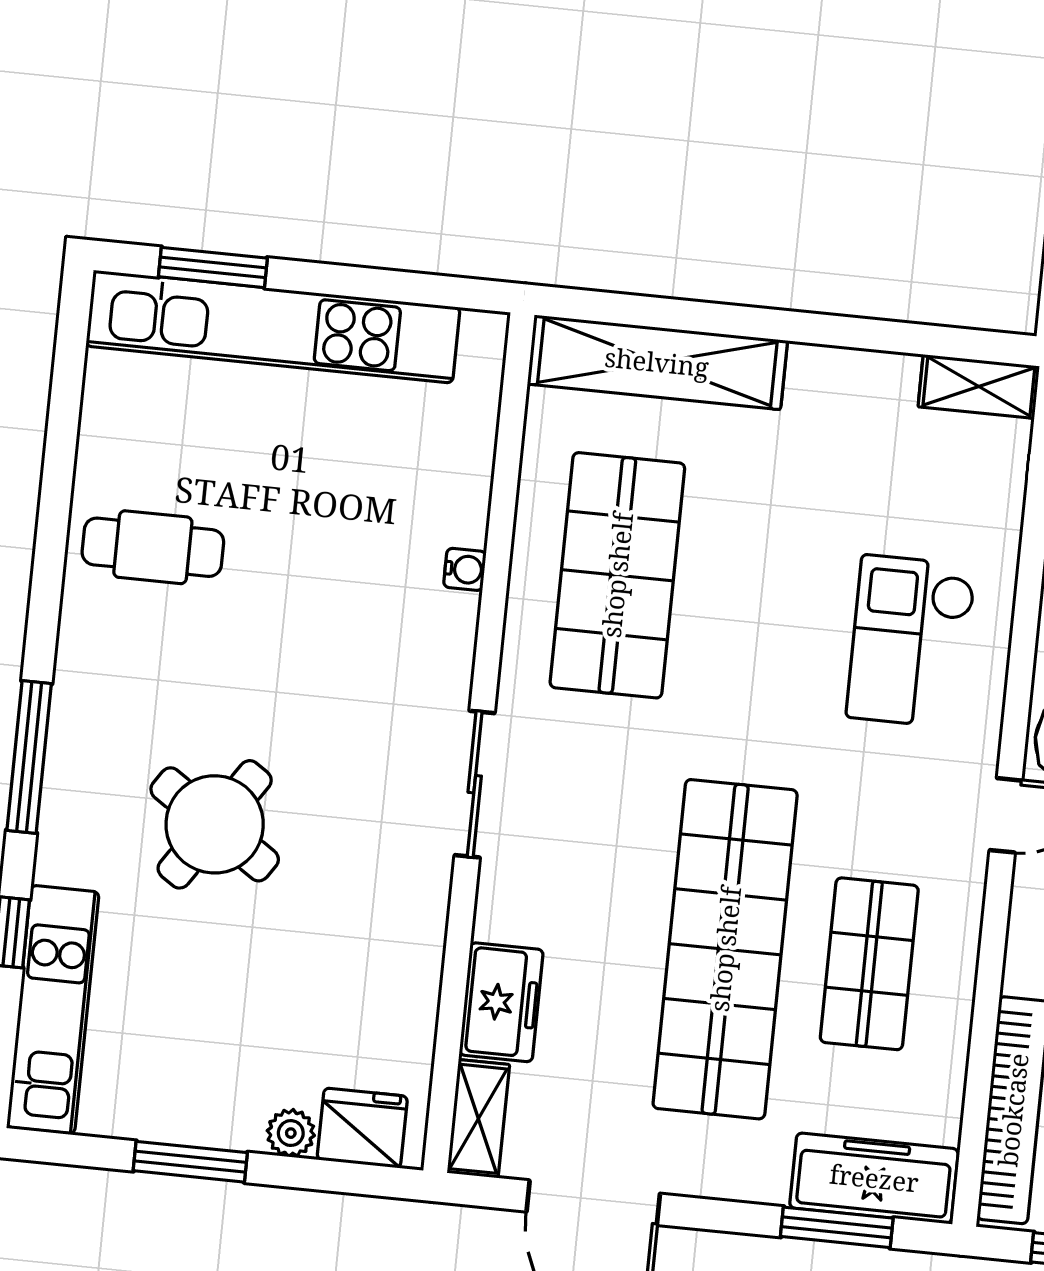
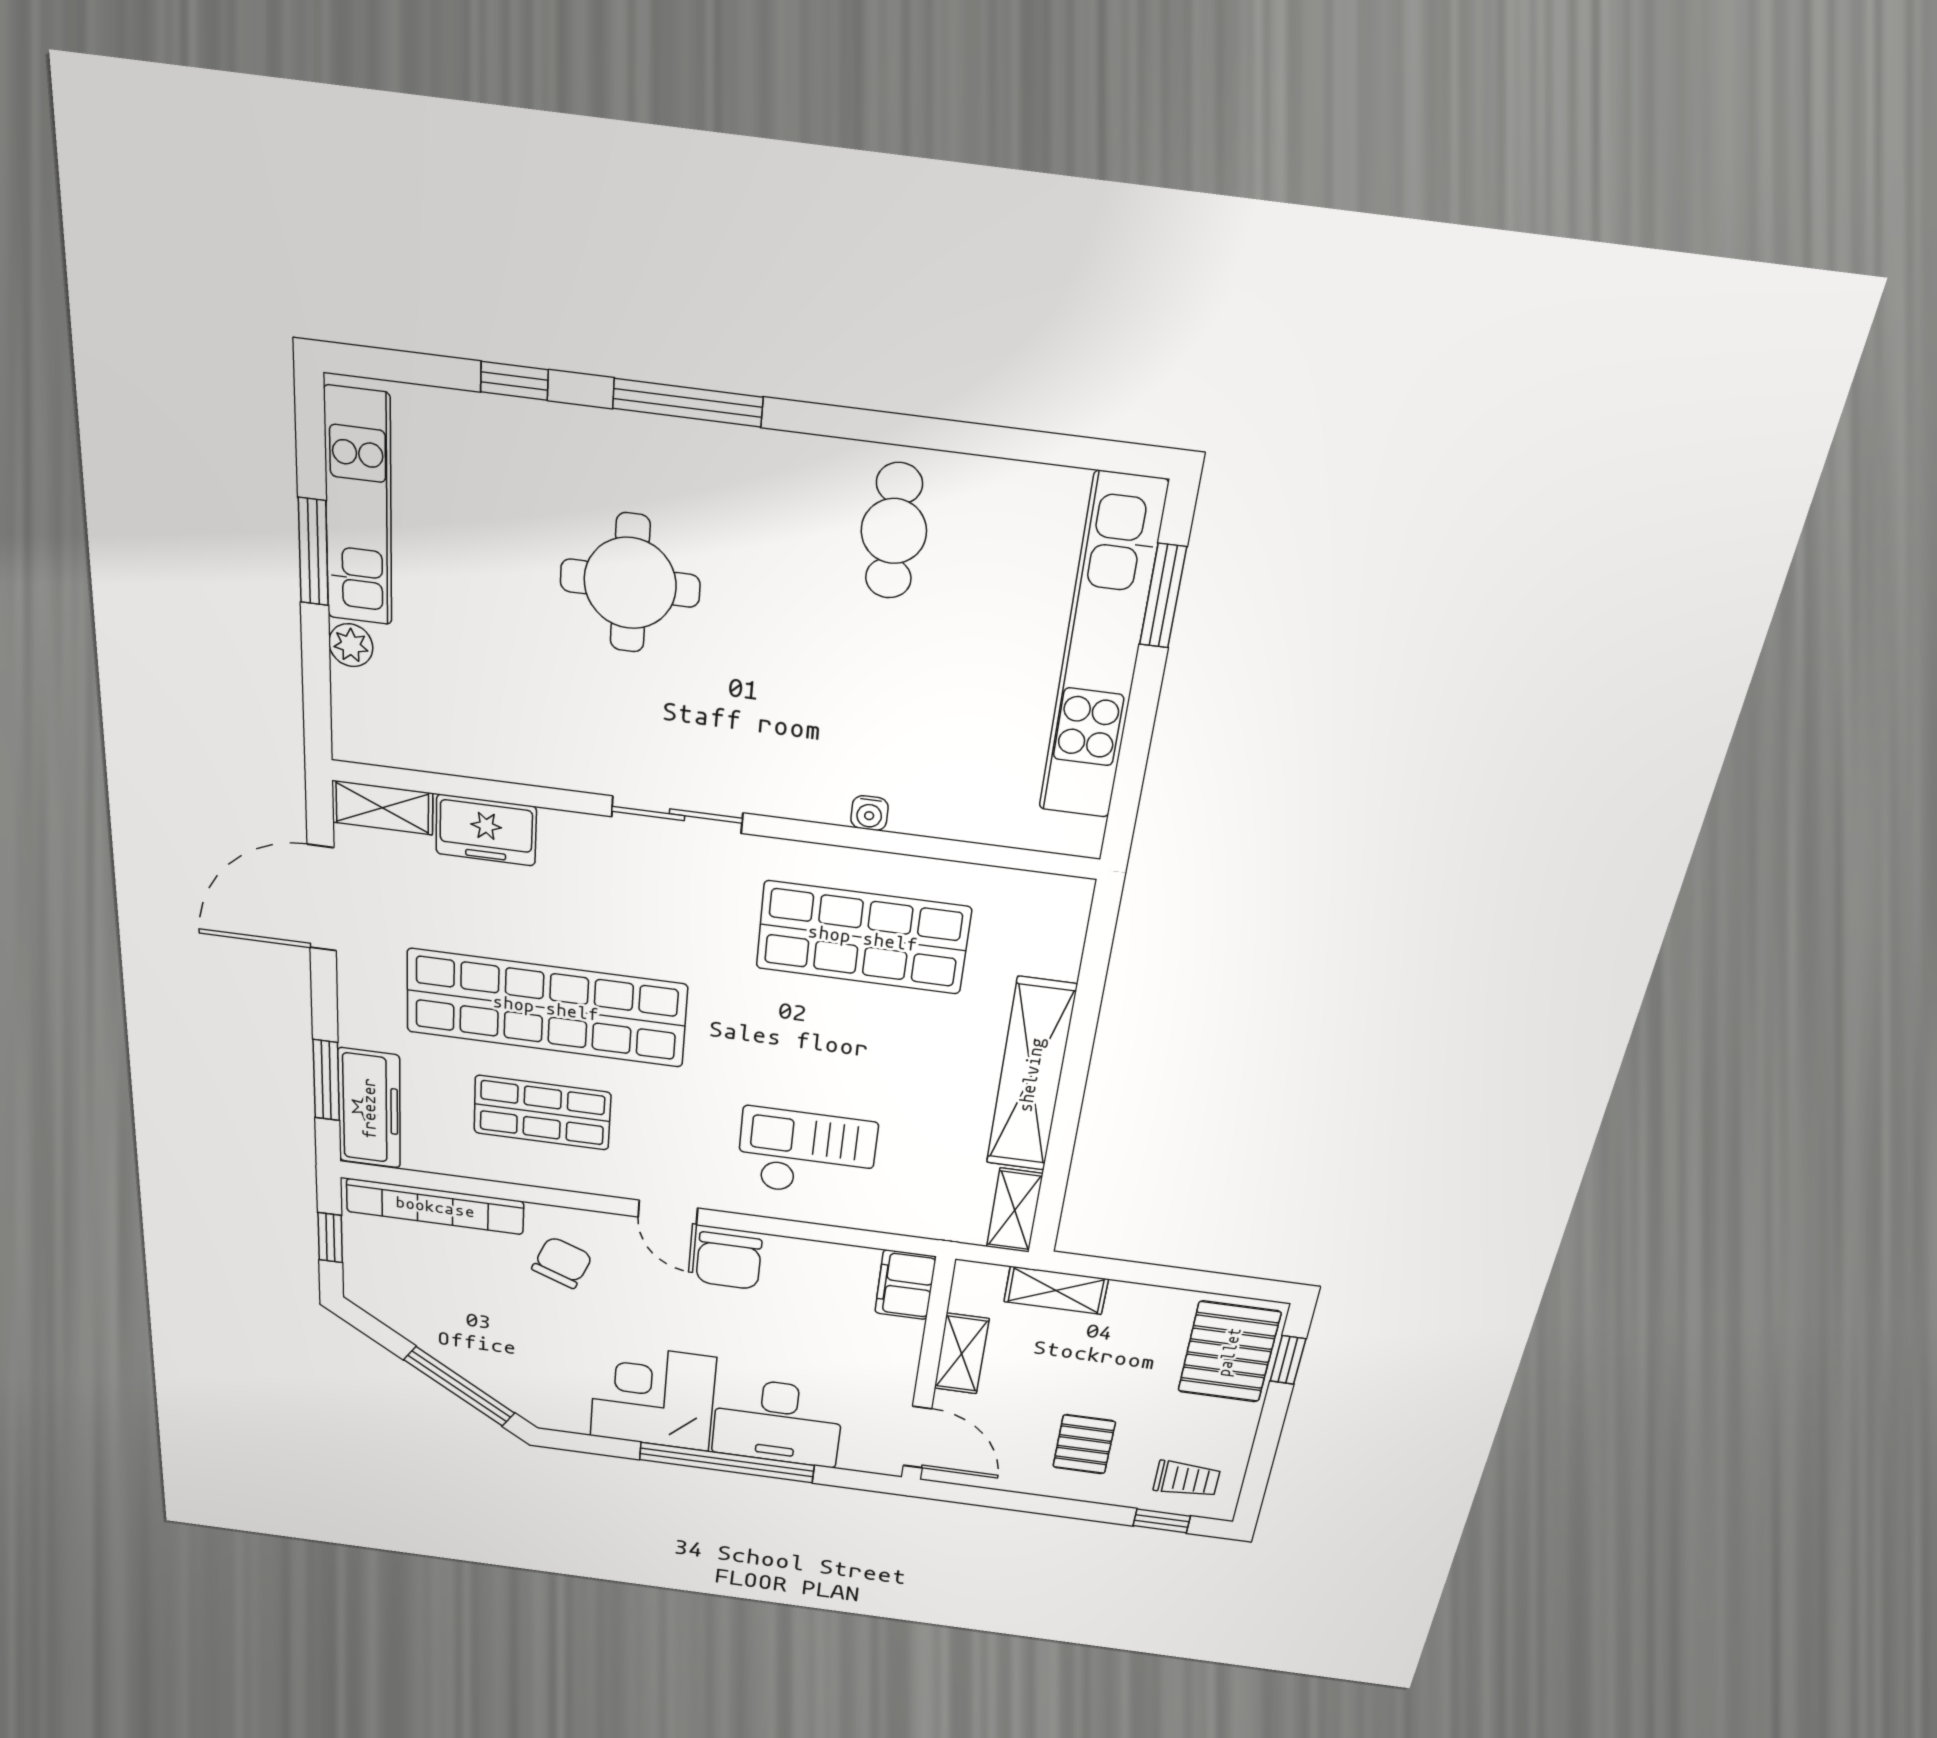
shelving: (657, 362) -> (1031, 1075), moved
round table: (215, 824) -> (630, 583), turned -34
kitchen unit: (53, 1010) -> (358, 508), moved, turned -90
fridge: (362, 1128) -> (363, 709), removed

